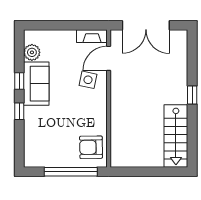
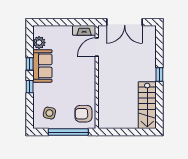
side table: (88, 80) -> (49, 113), moved

